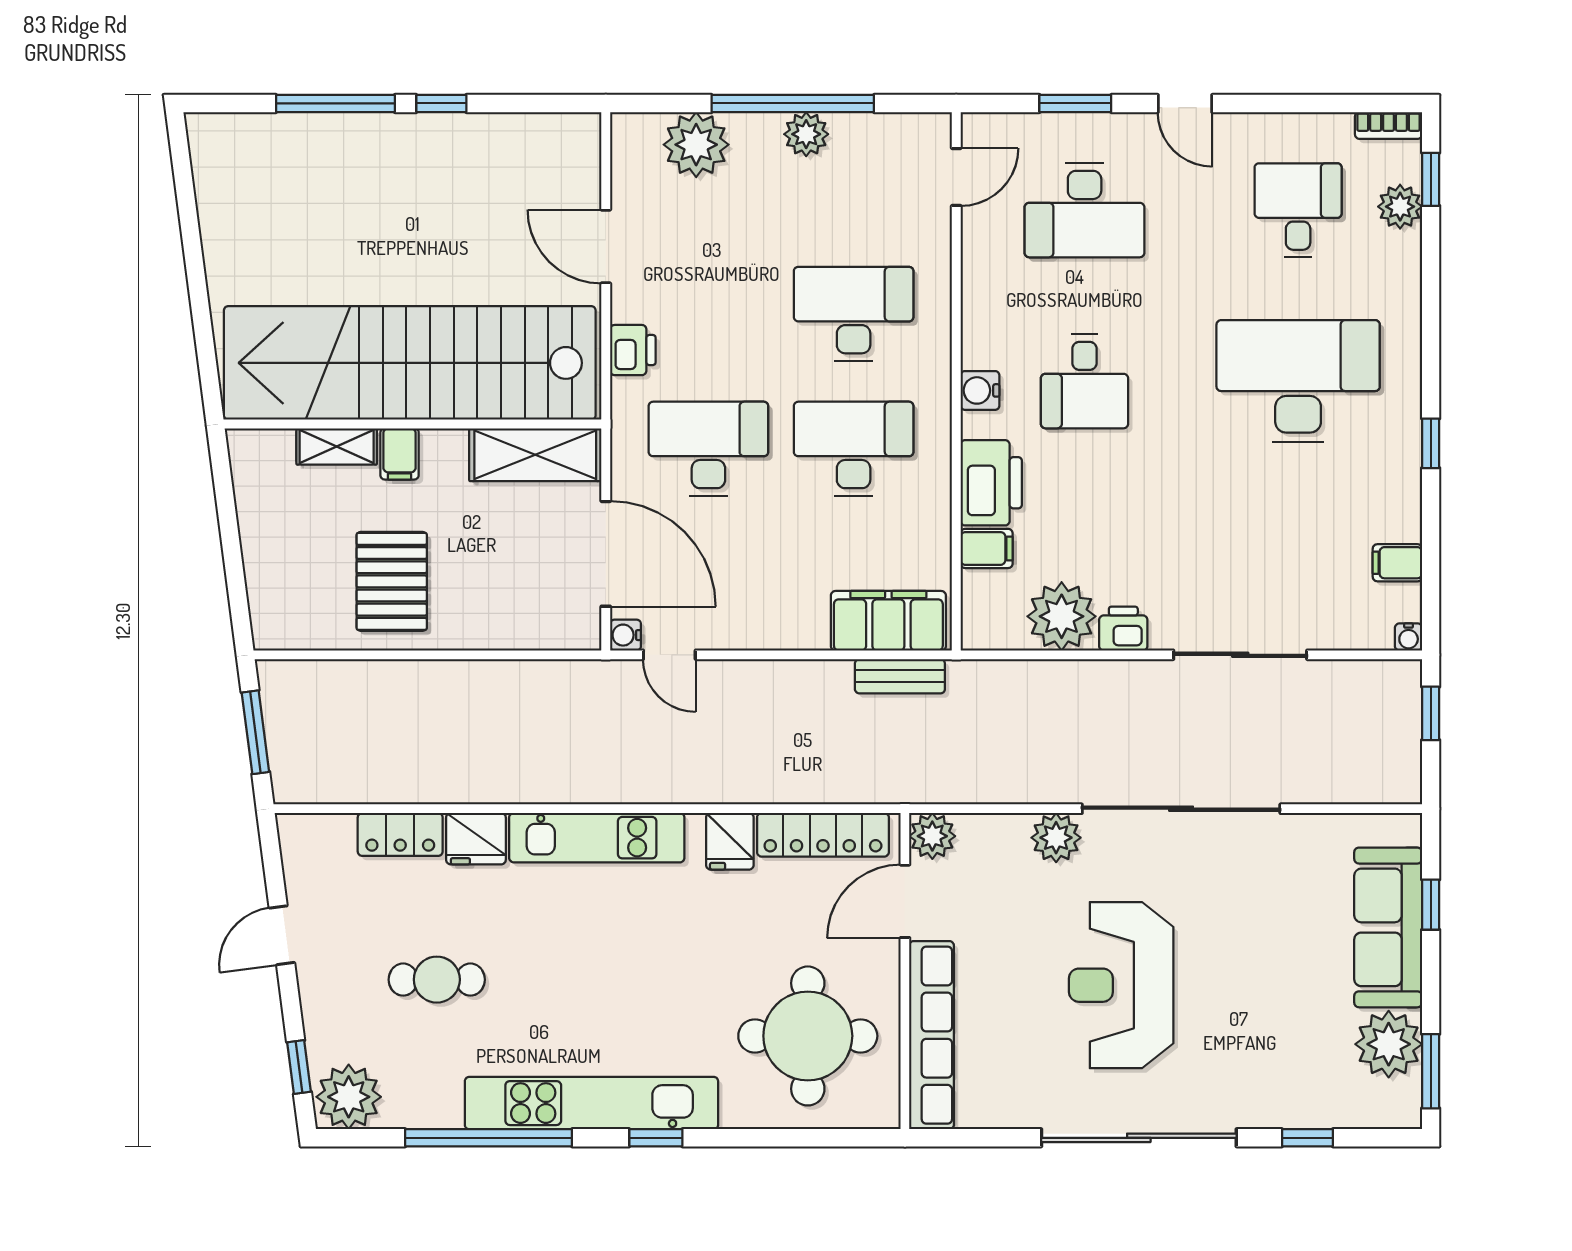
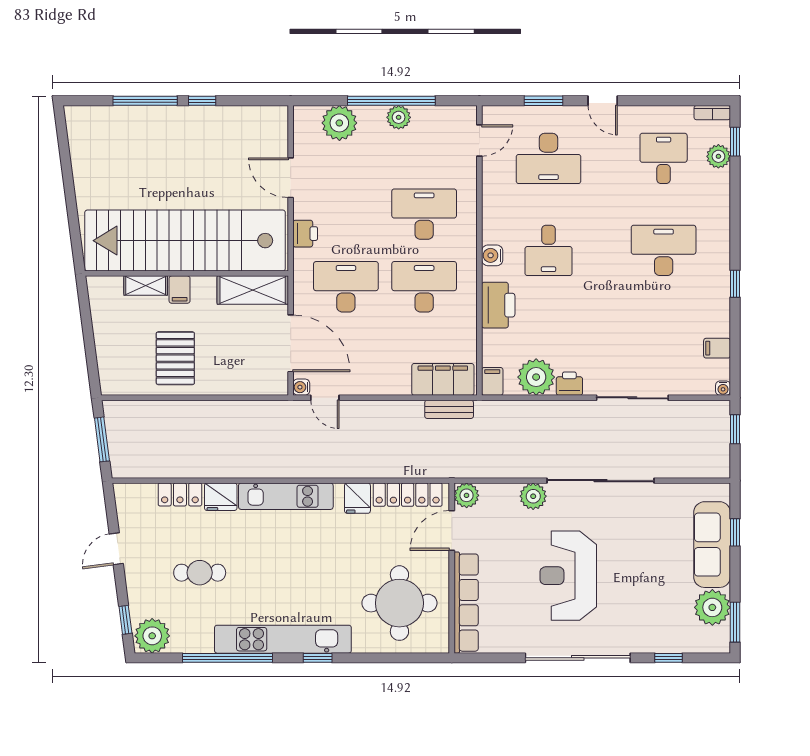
desk: (1298, 381) -> (664, 250), width x0.73, depth x0.77
filing cabinet: (987, 548) -> (492, 381), moved, turned -90

